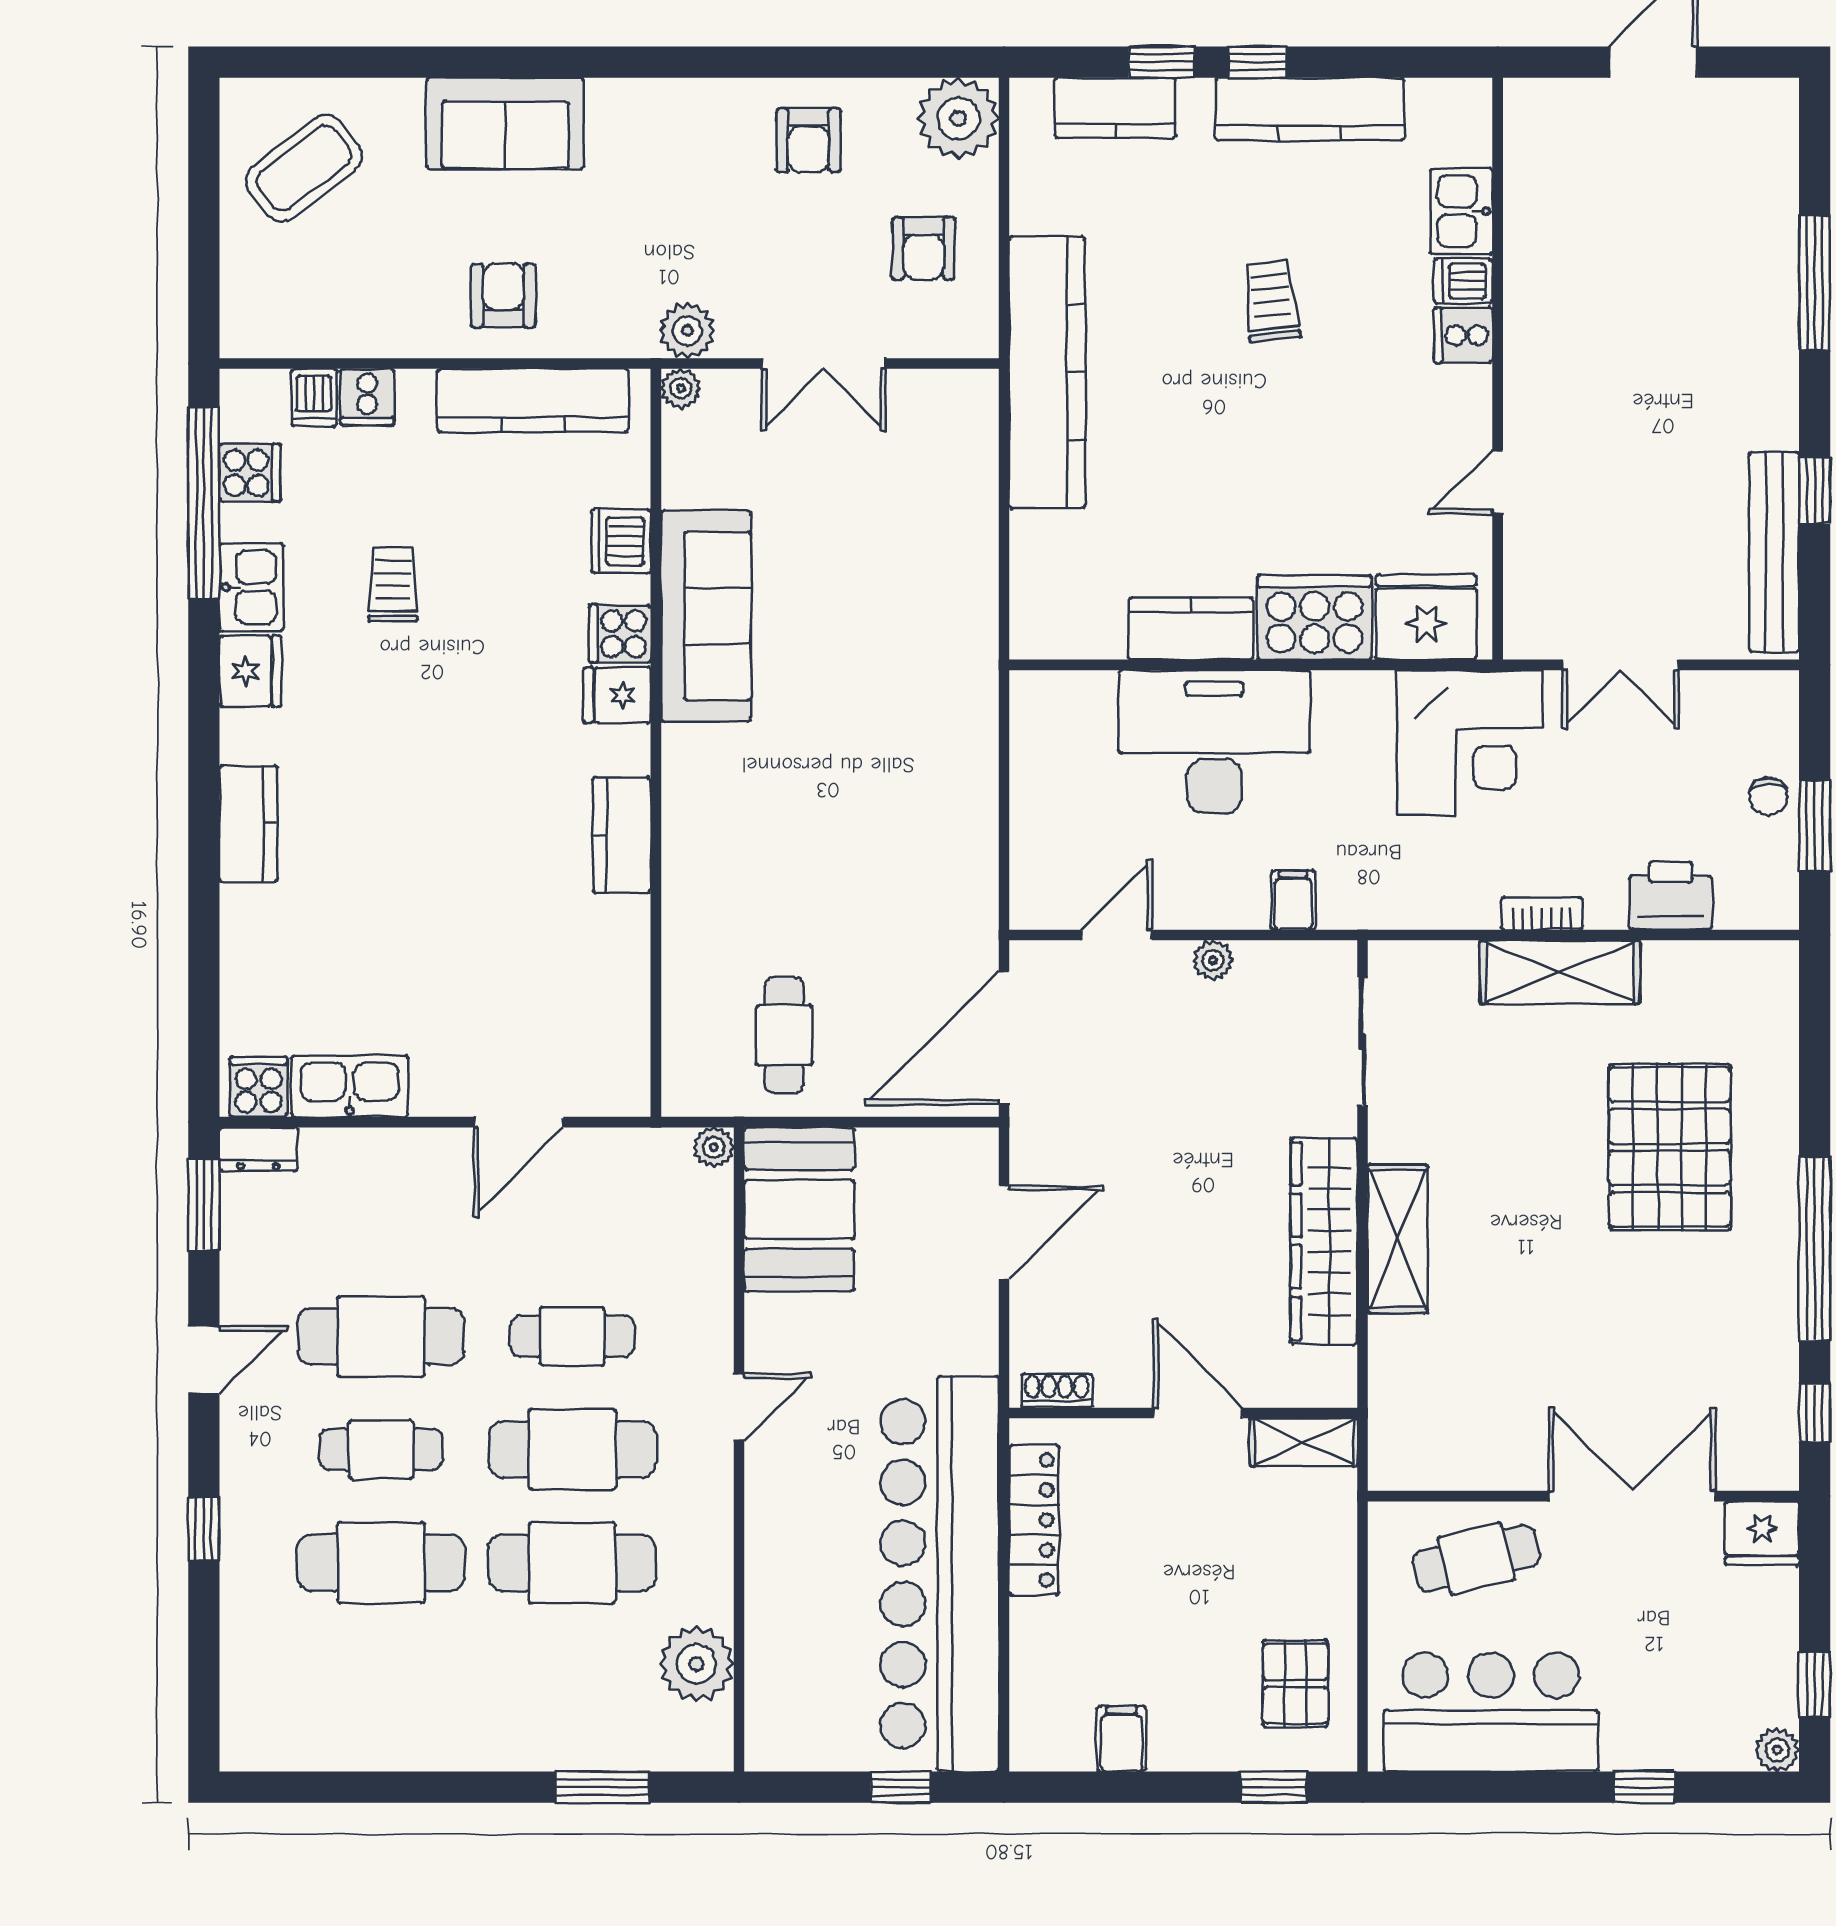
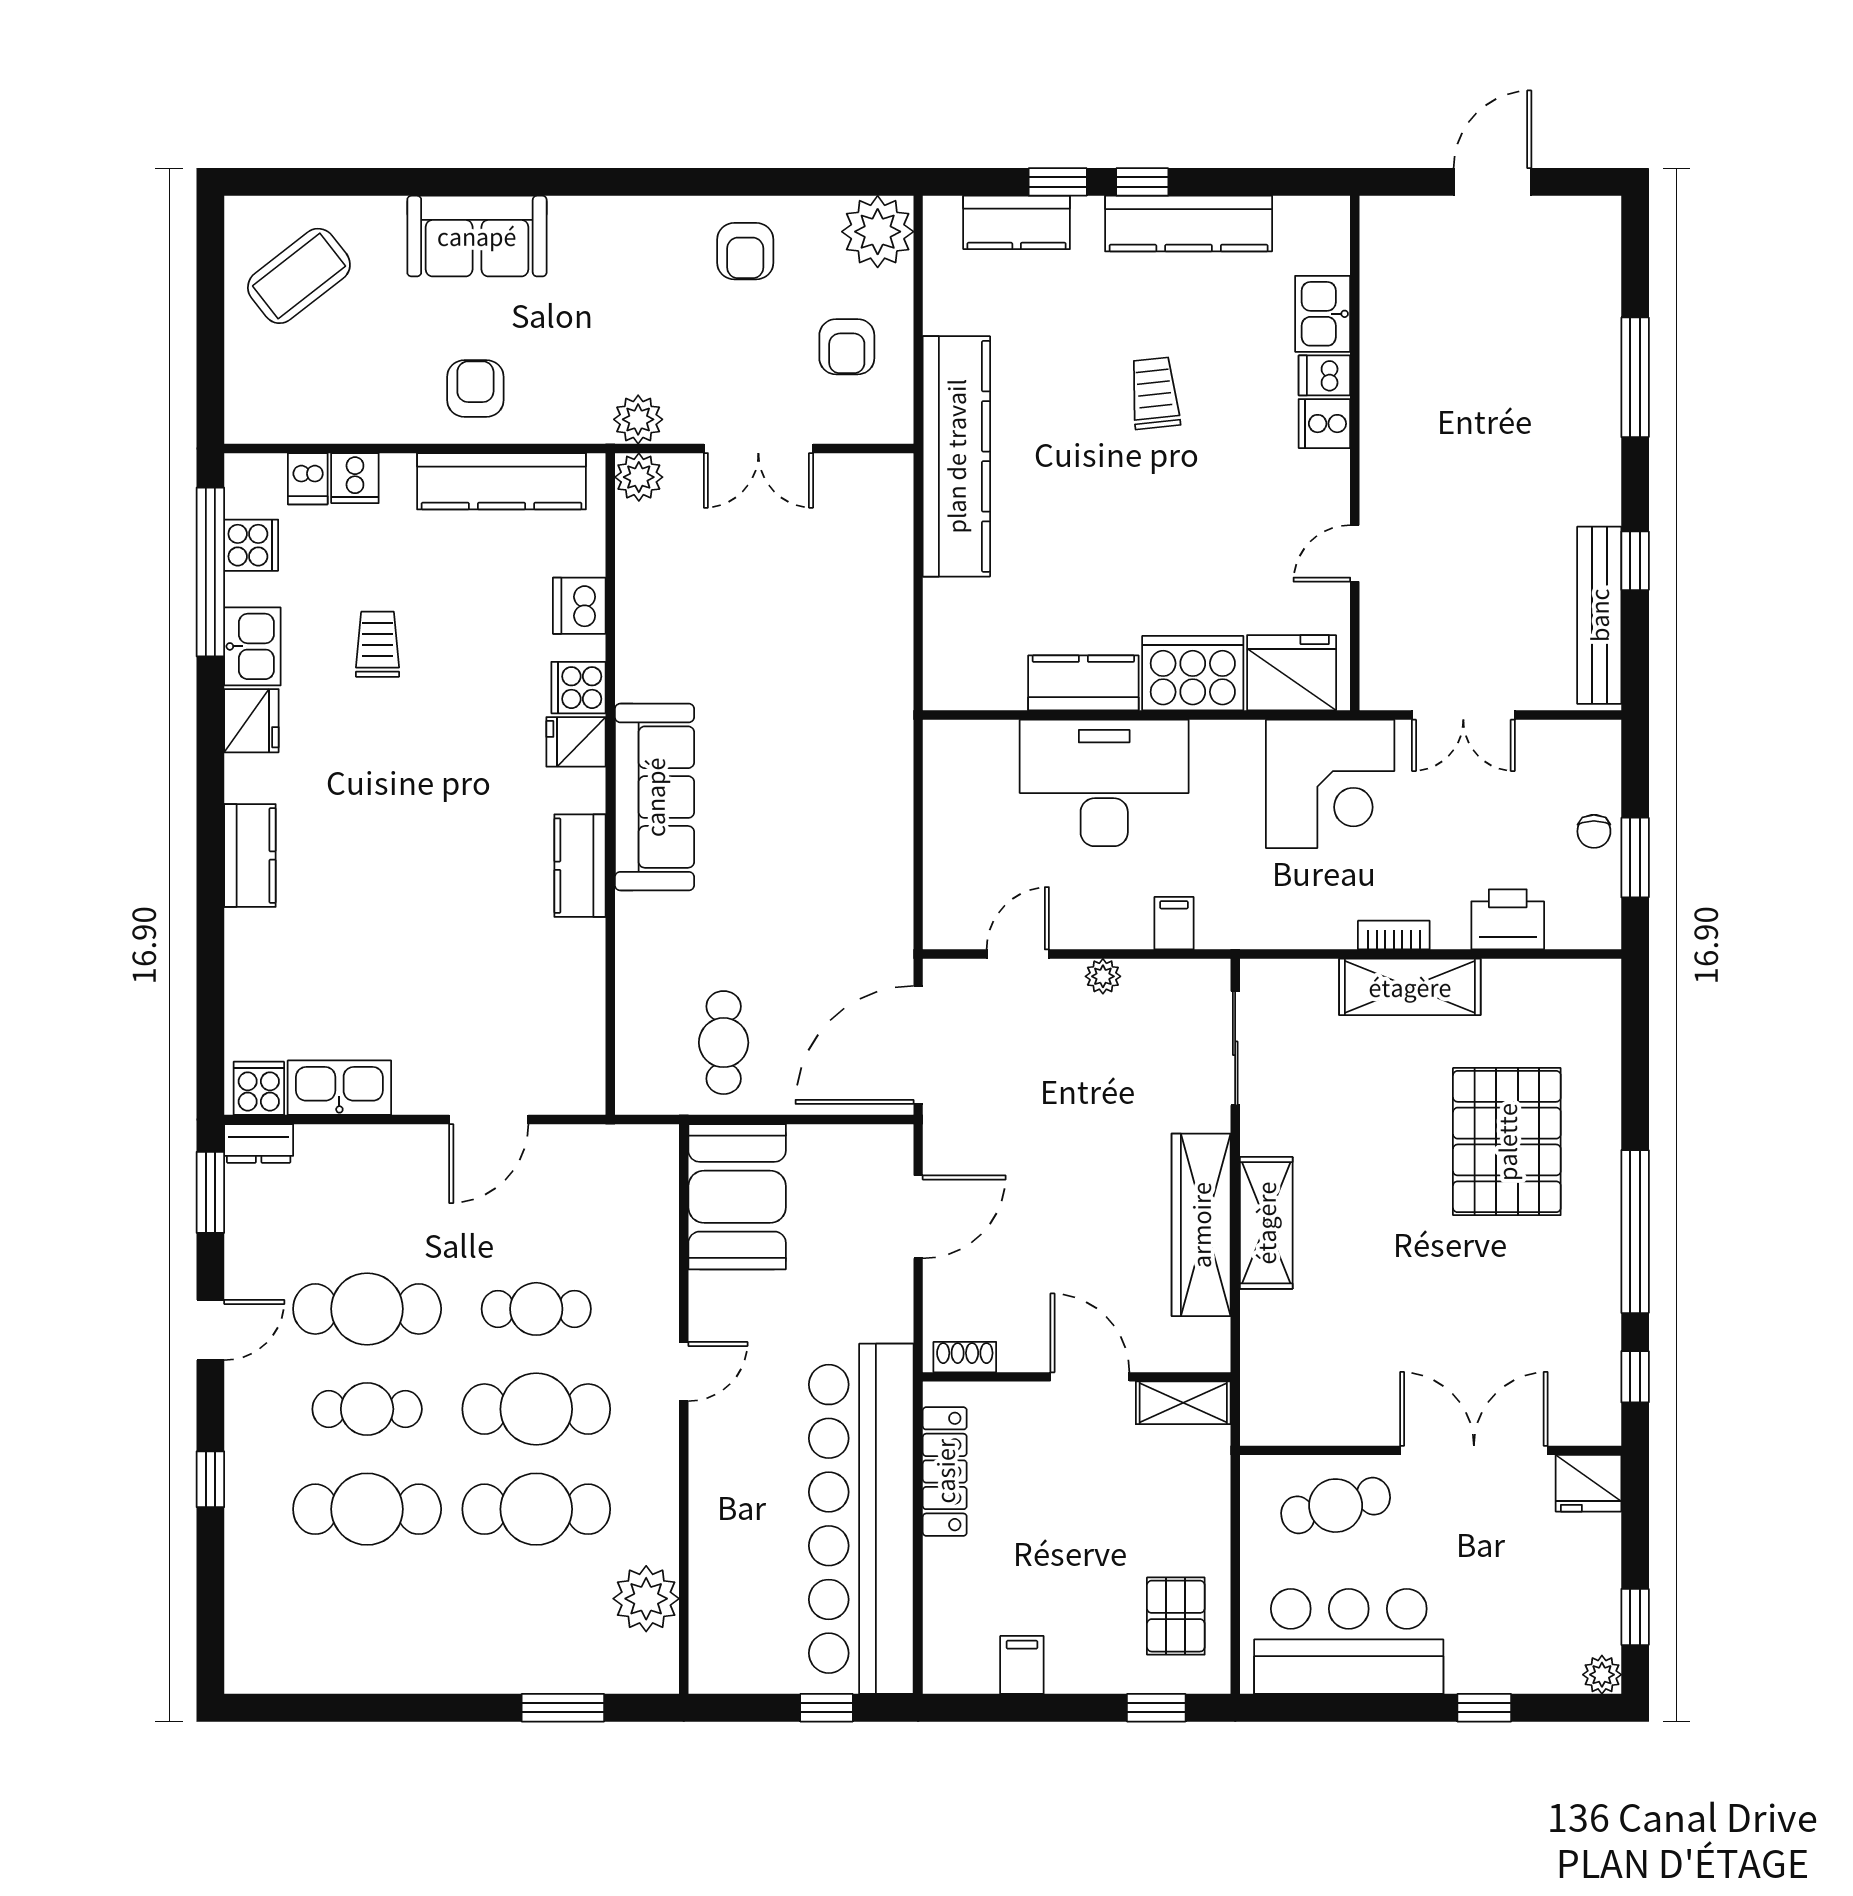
plant: (681, 388) -> (639, 477), width x1.38, depth x1.38
sofa: (706, 616) -> (655, 797), moved
plant: (714, 1147) -> (661, 1142), removed

